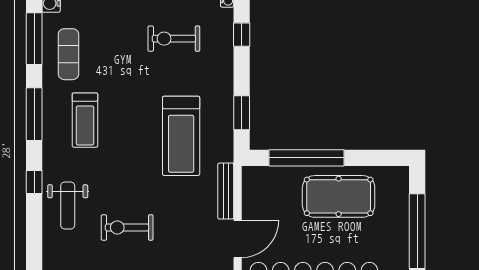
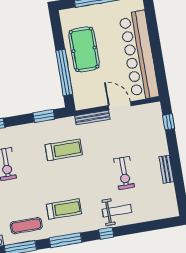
treadmill: (181, 136) -> (64, 150), width x0.73, depth x0.73

